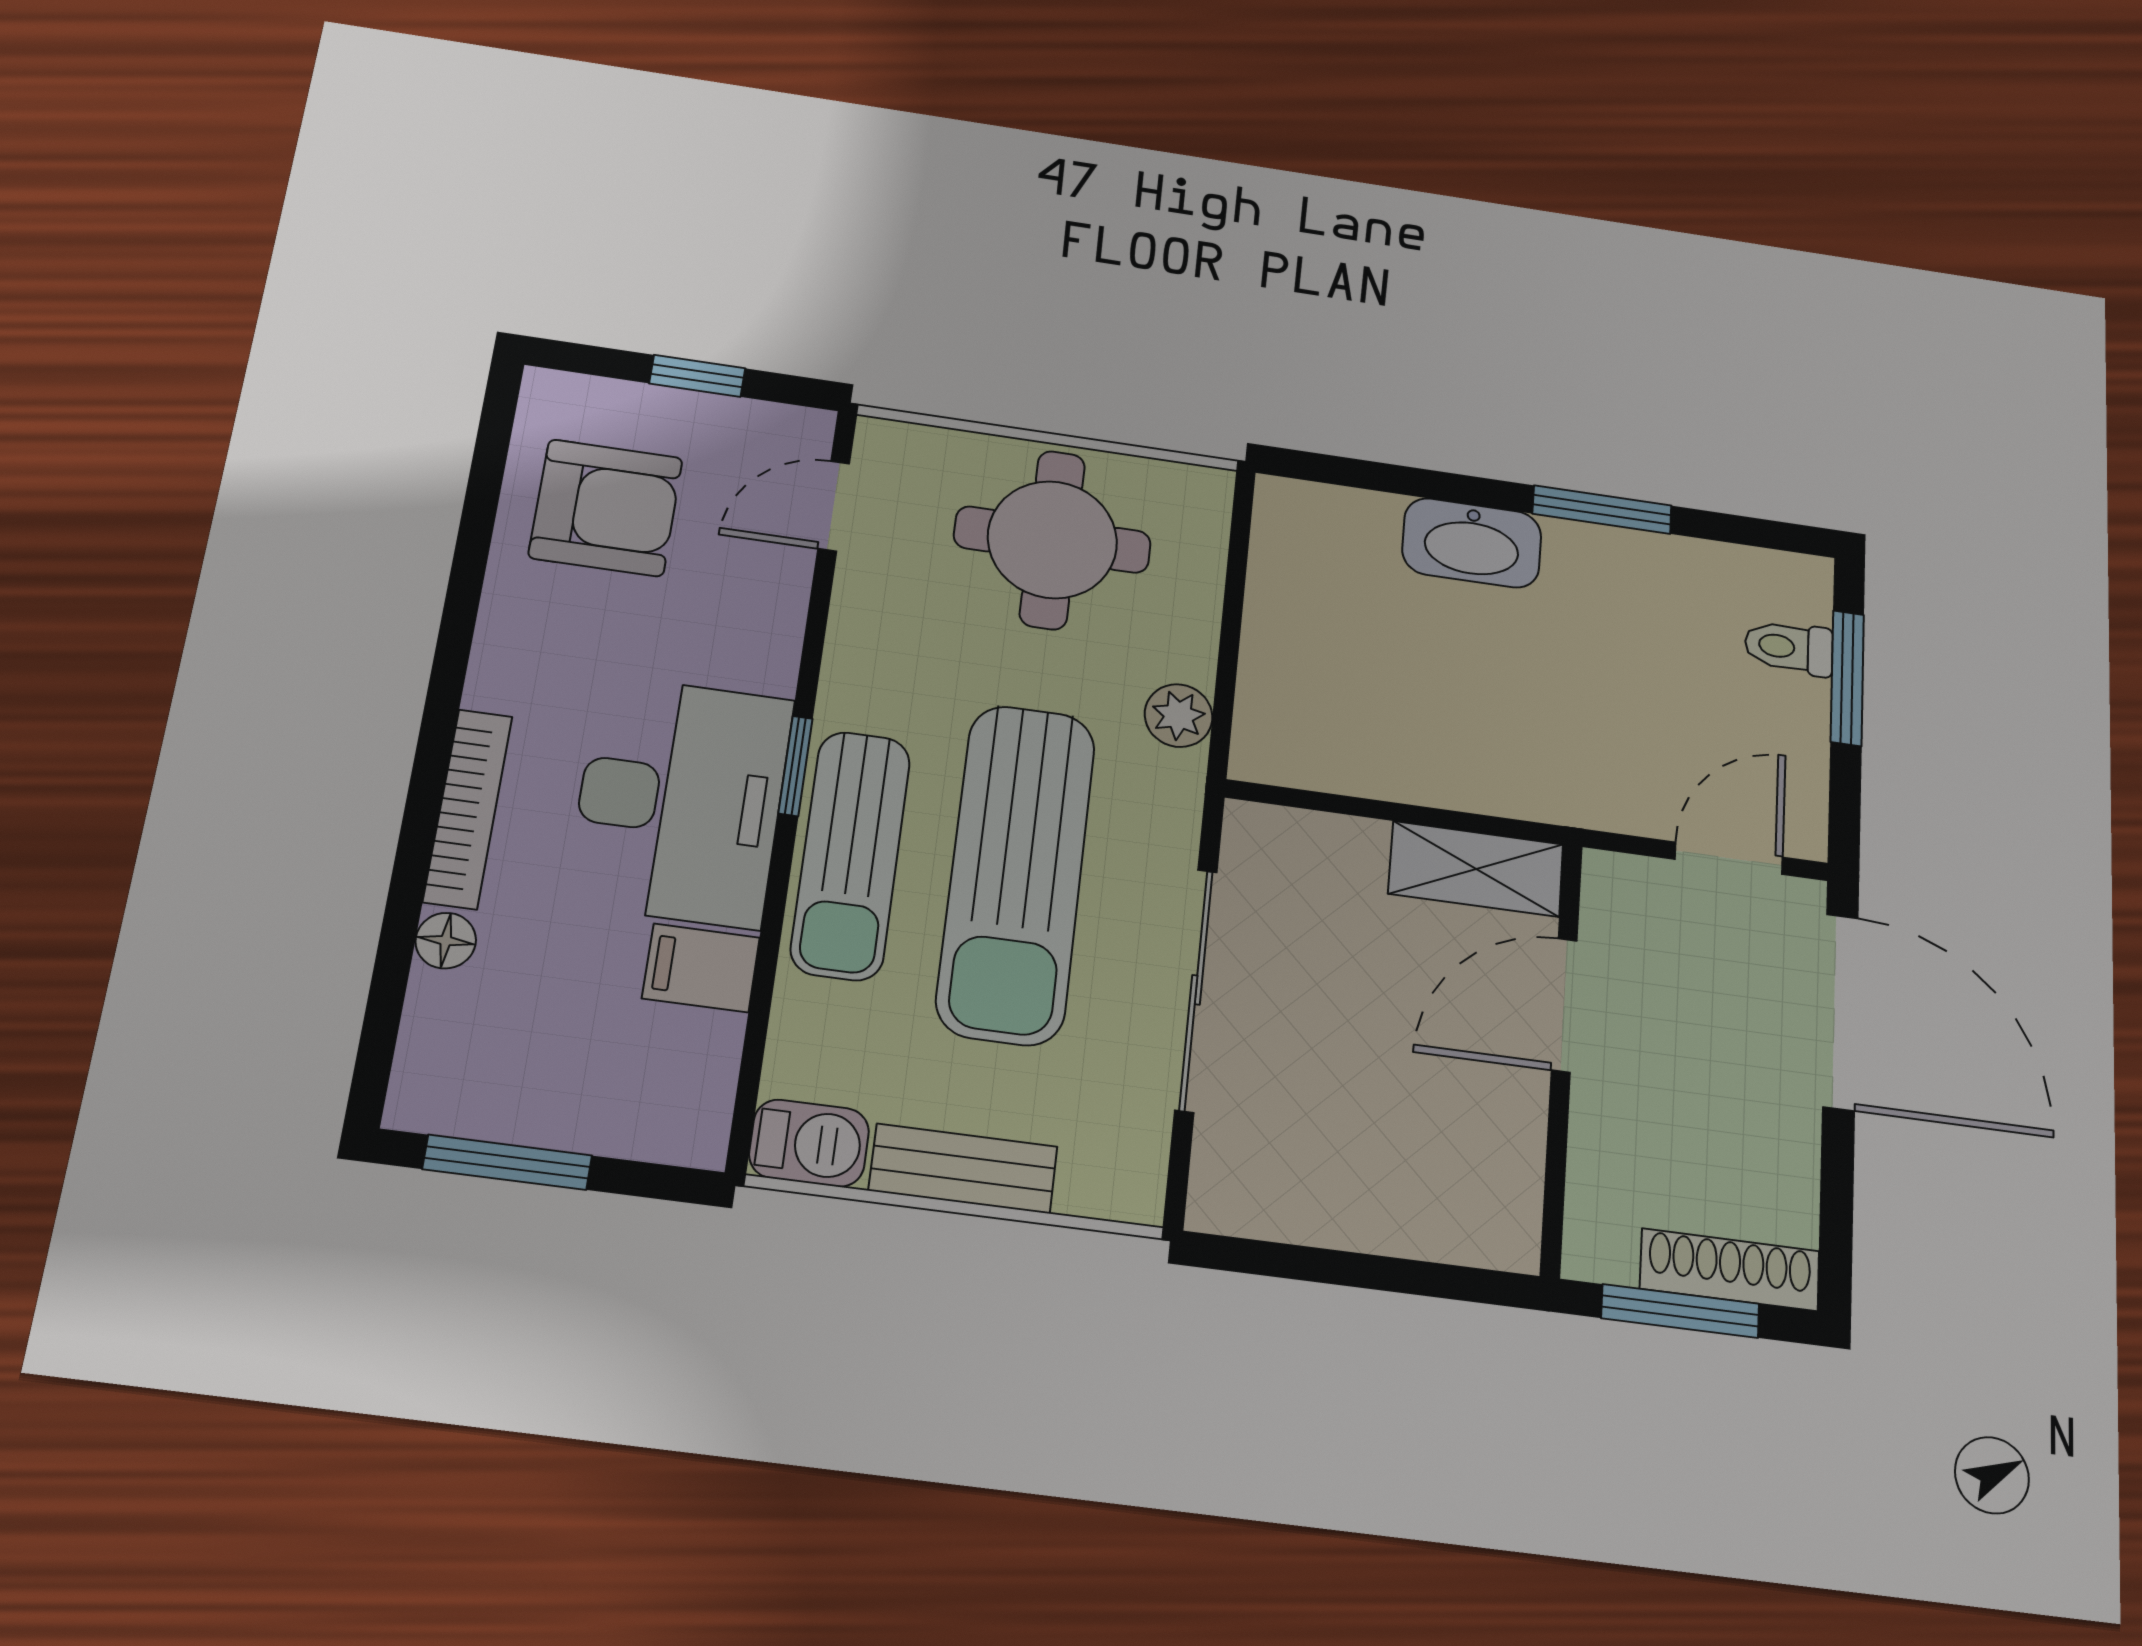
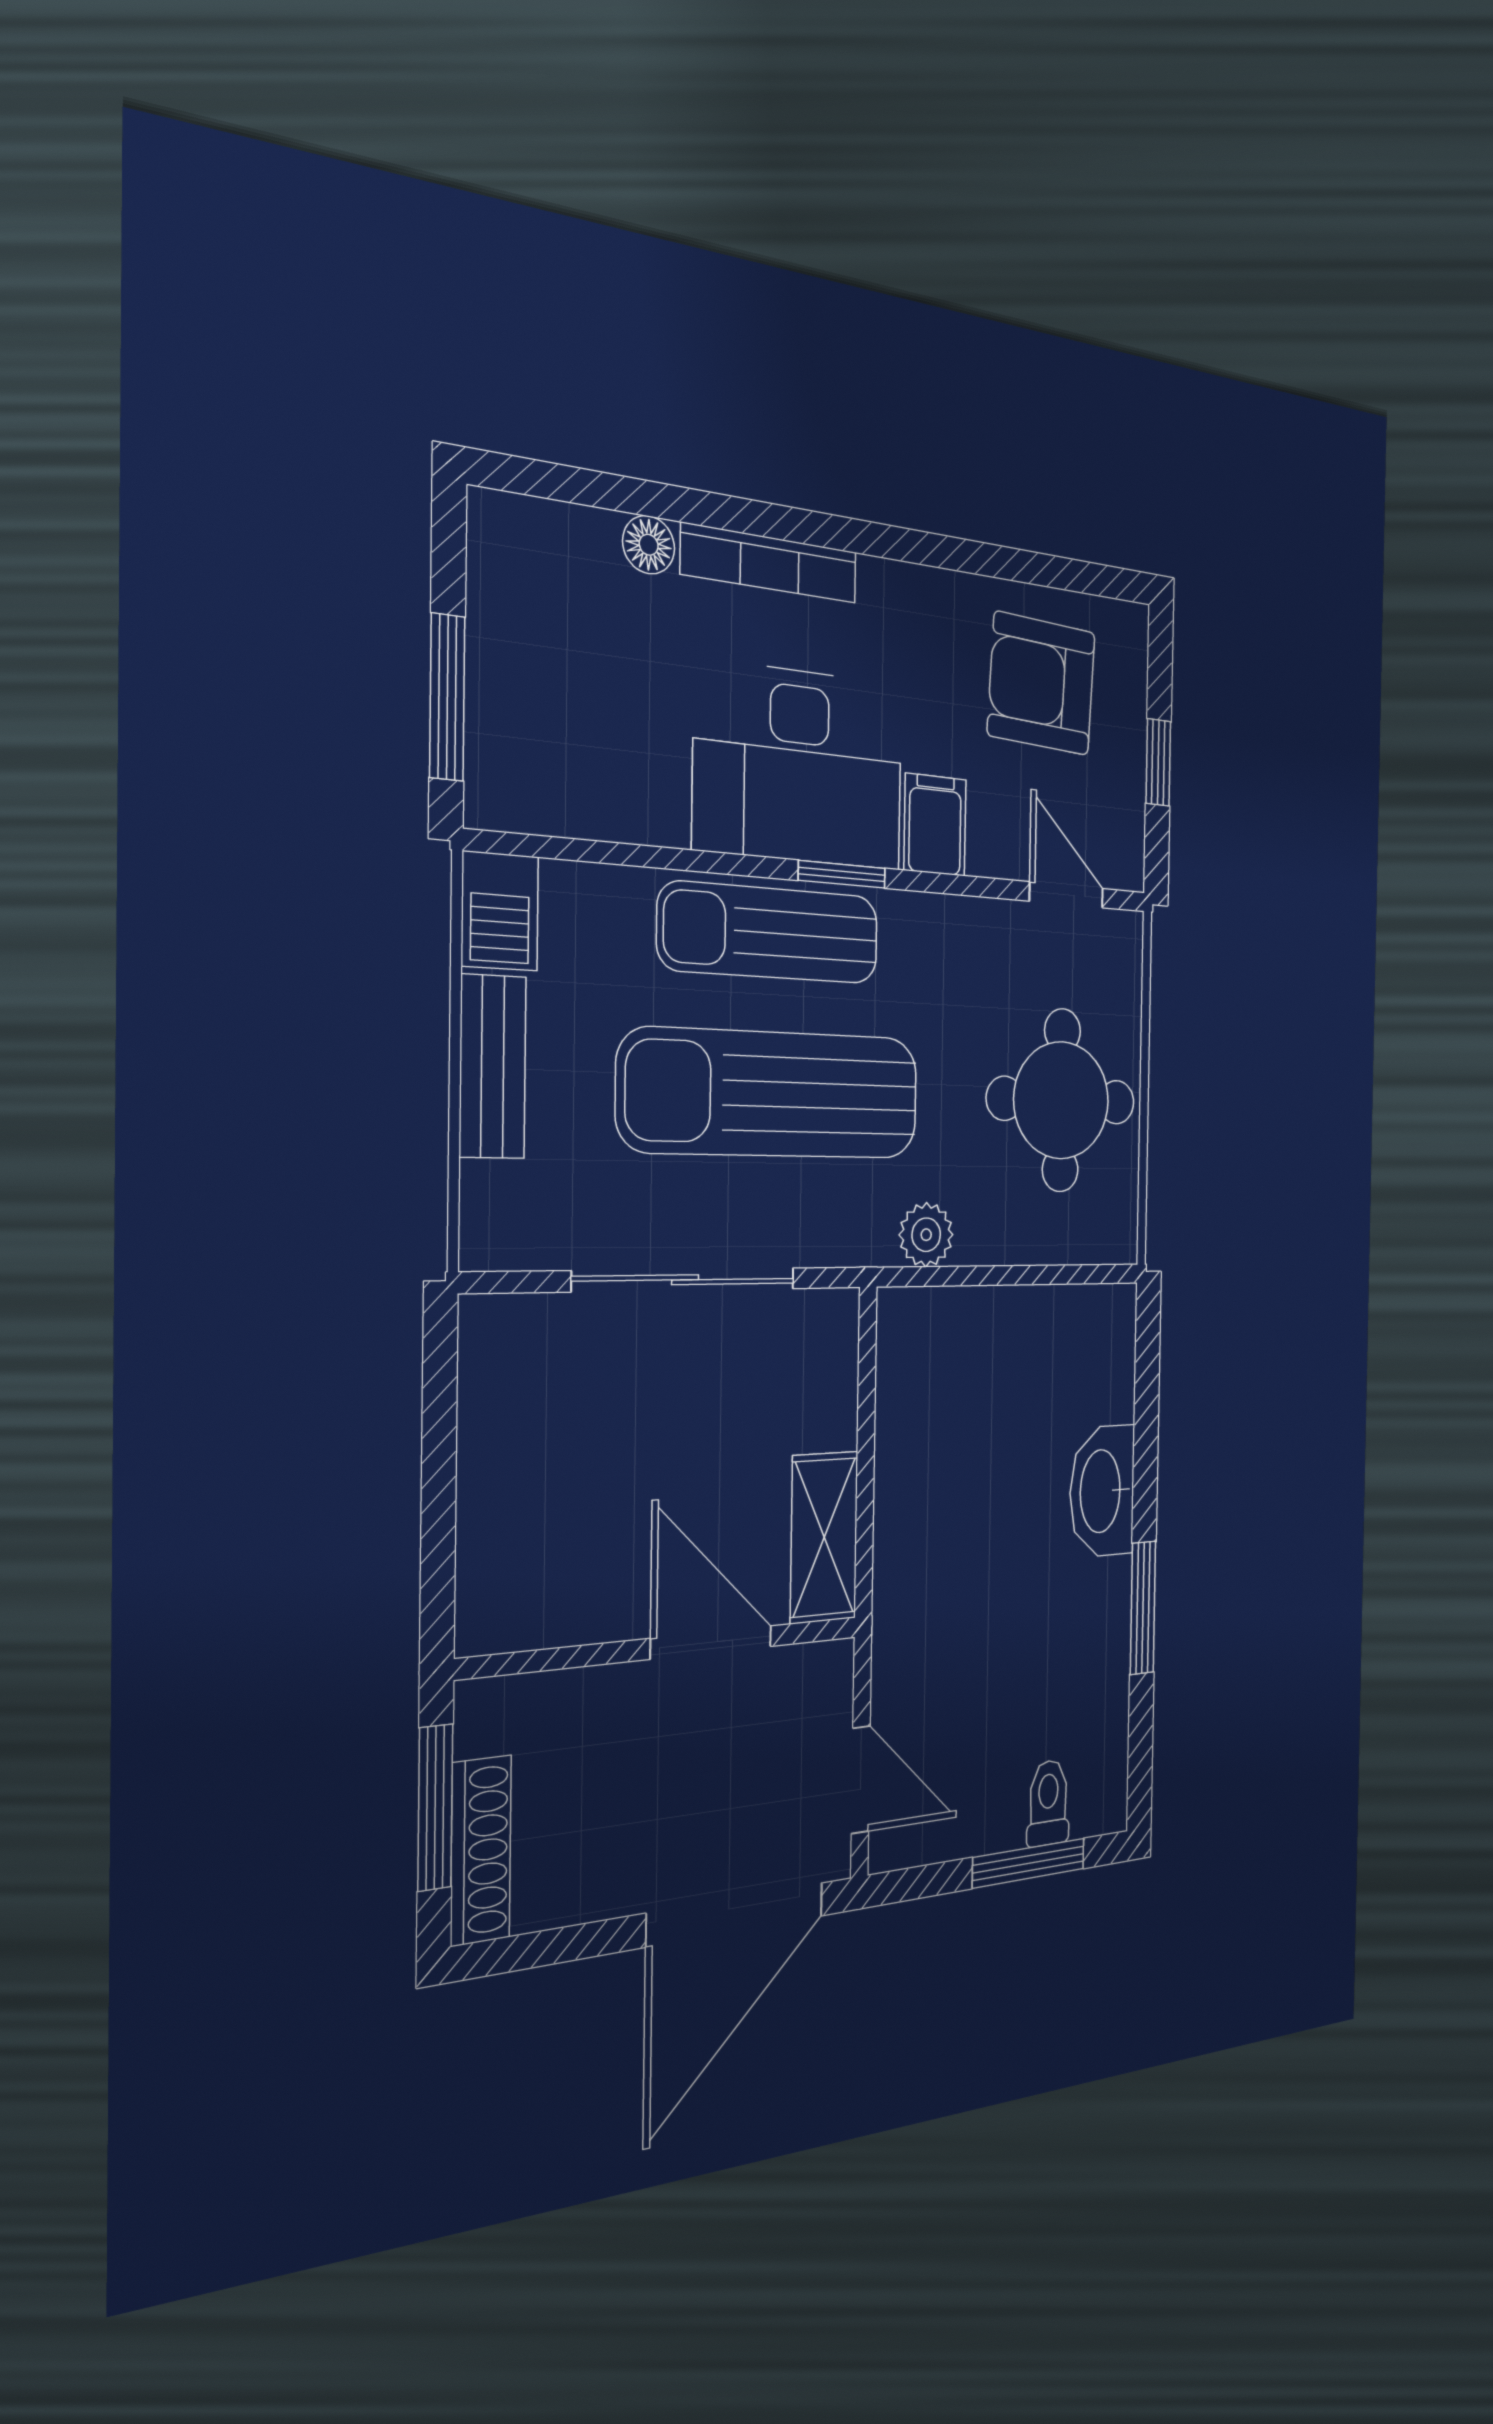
armchair: (606, 508) -> (1041, 684), turned 93
filing cabinet: (701, 968) -> (935, 825), moved
window: (507, 1162) -> (447, 697), moved

